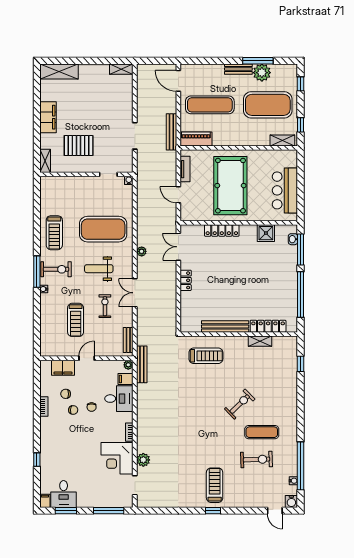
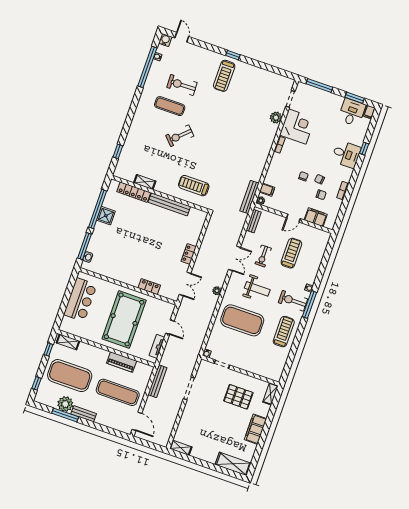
piano: (196, 139) -> (122, 362), moved
locker: (222, 230) -> (149, 287), width x0.66
shower: (266, 233) -> (106, 216), moved
desk: (119, 399) -> (346, 154), moved, turned 180

